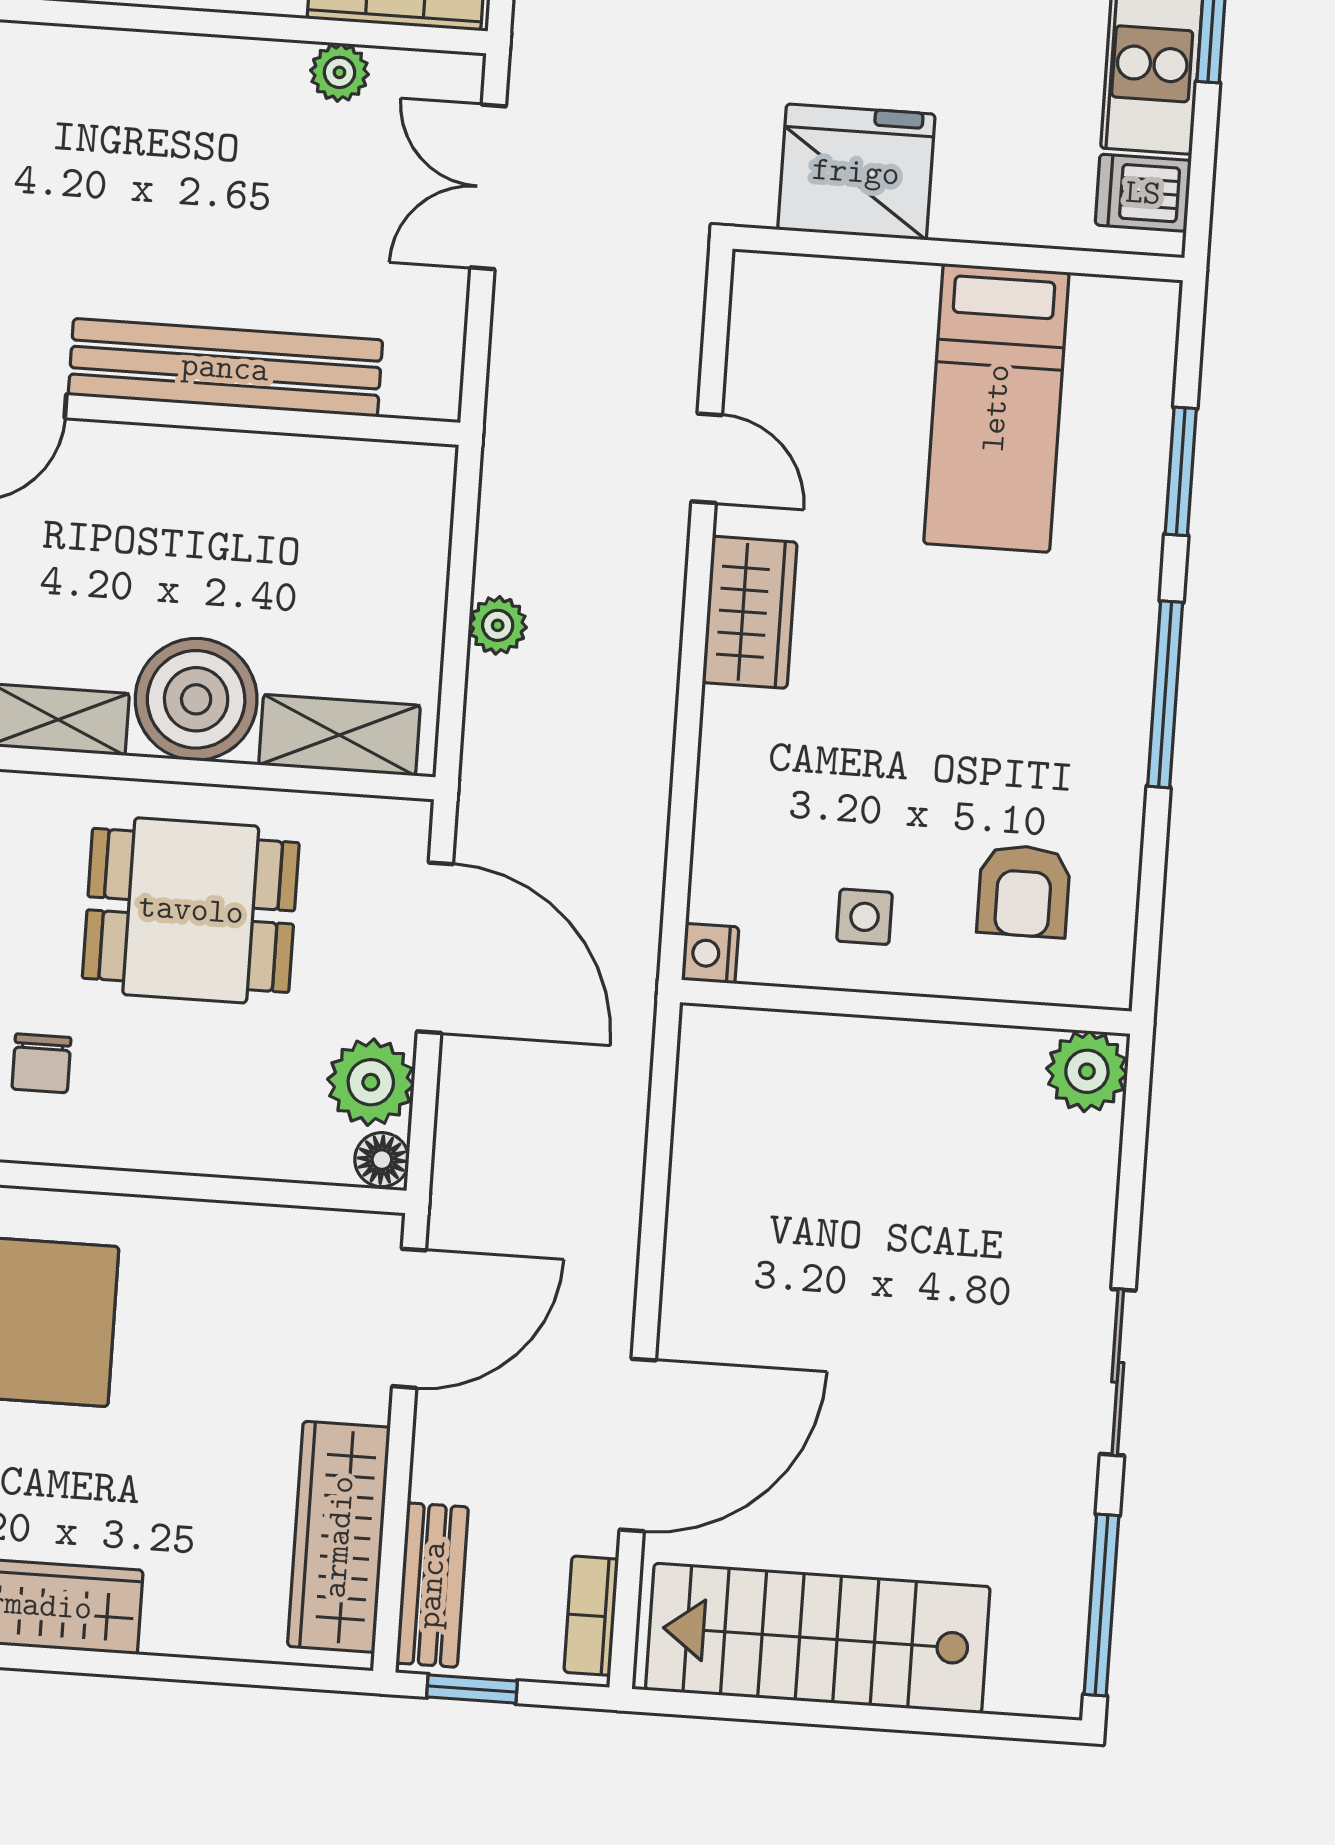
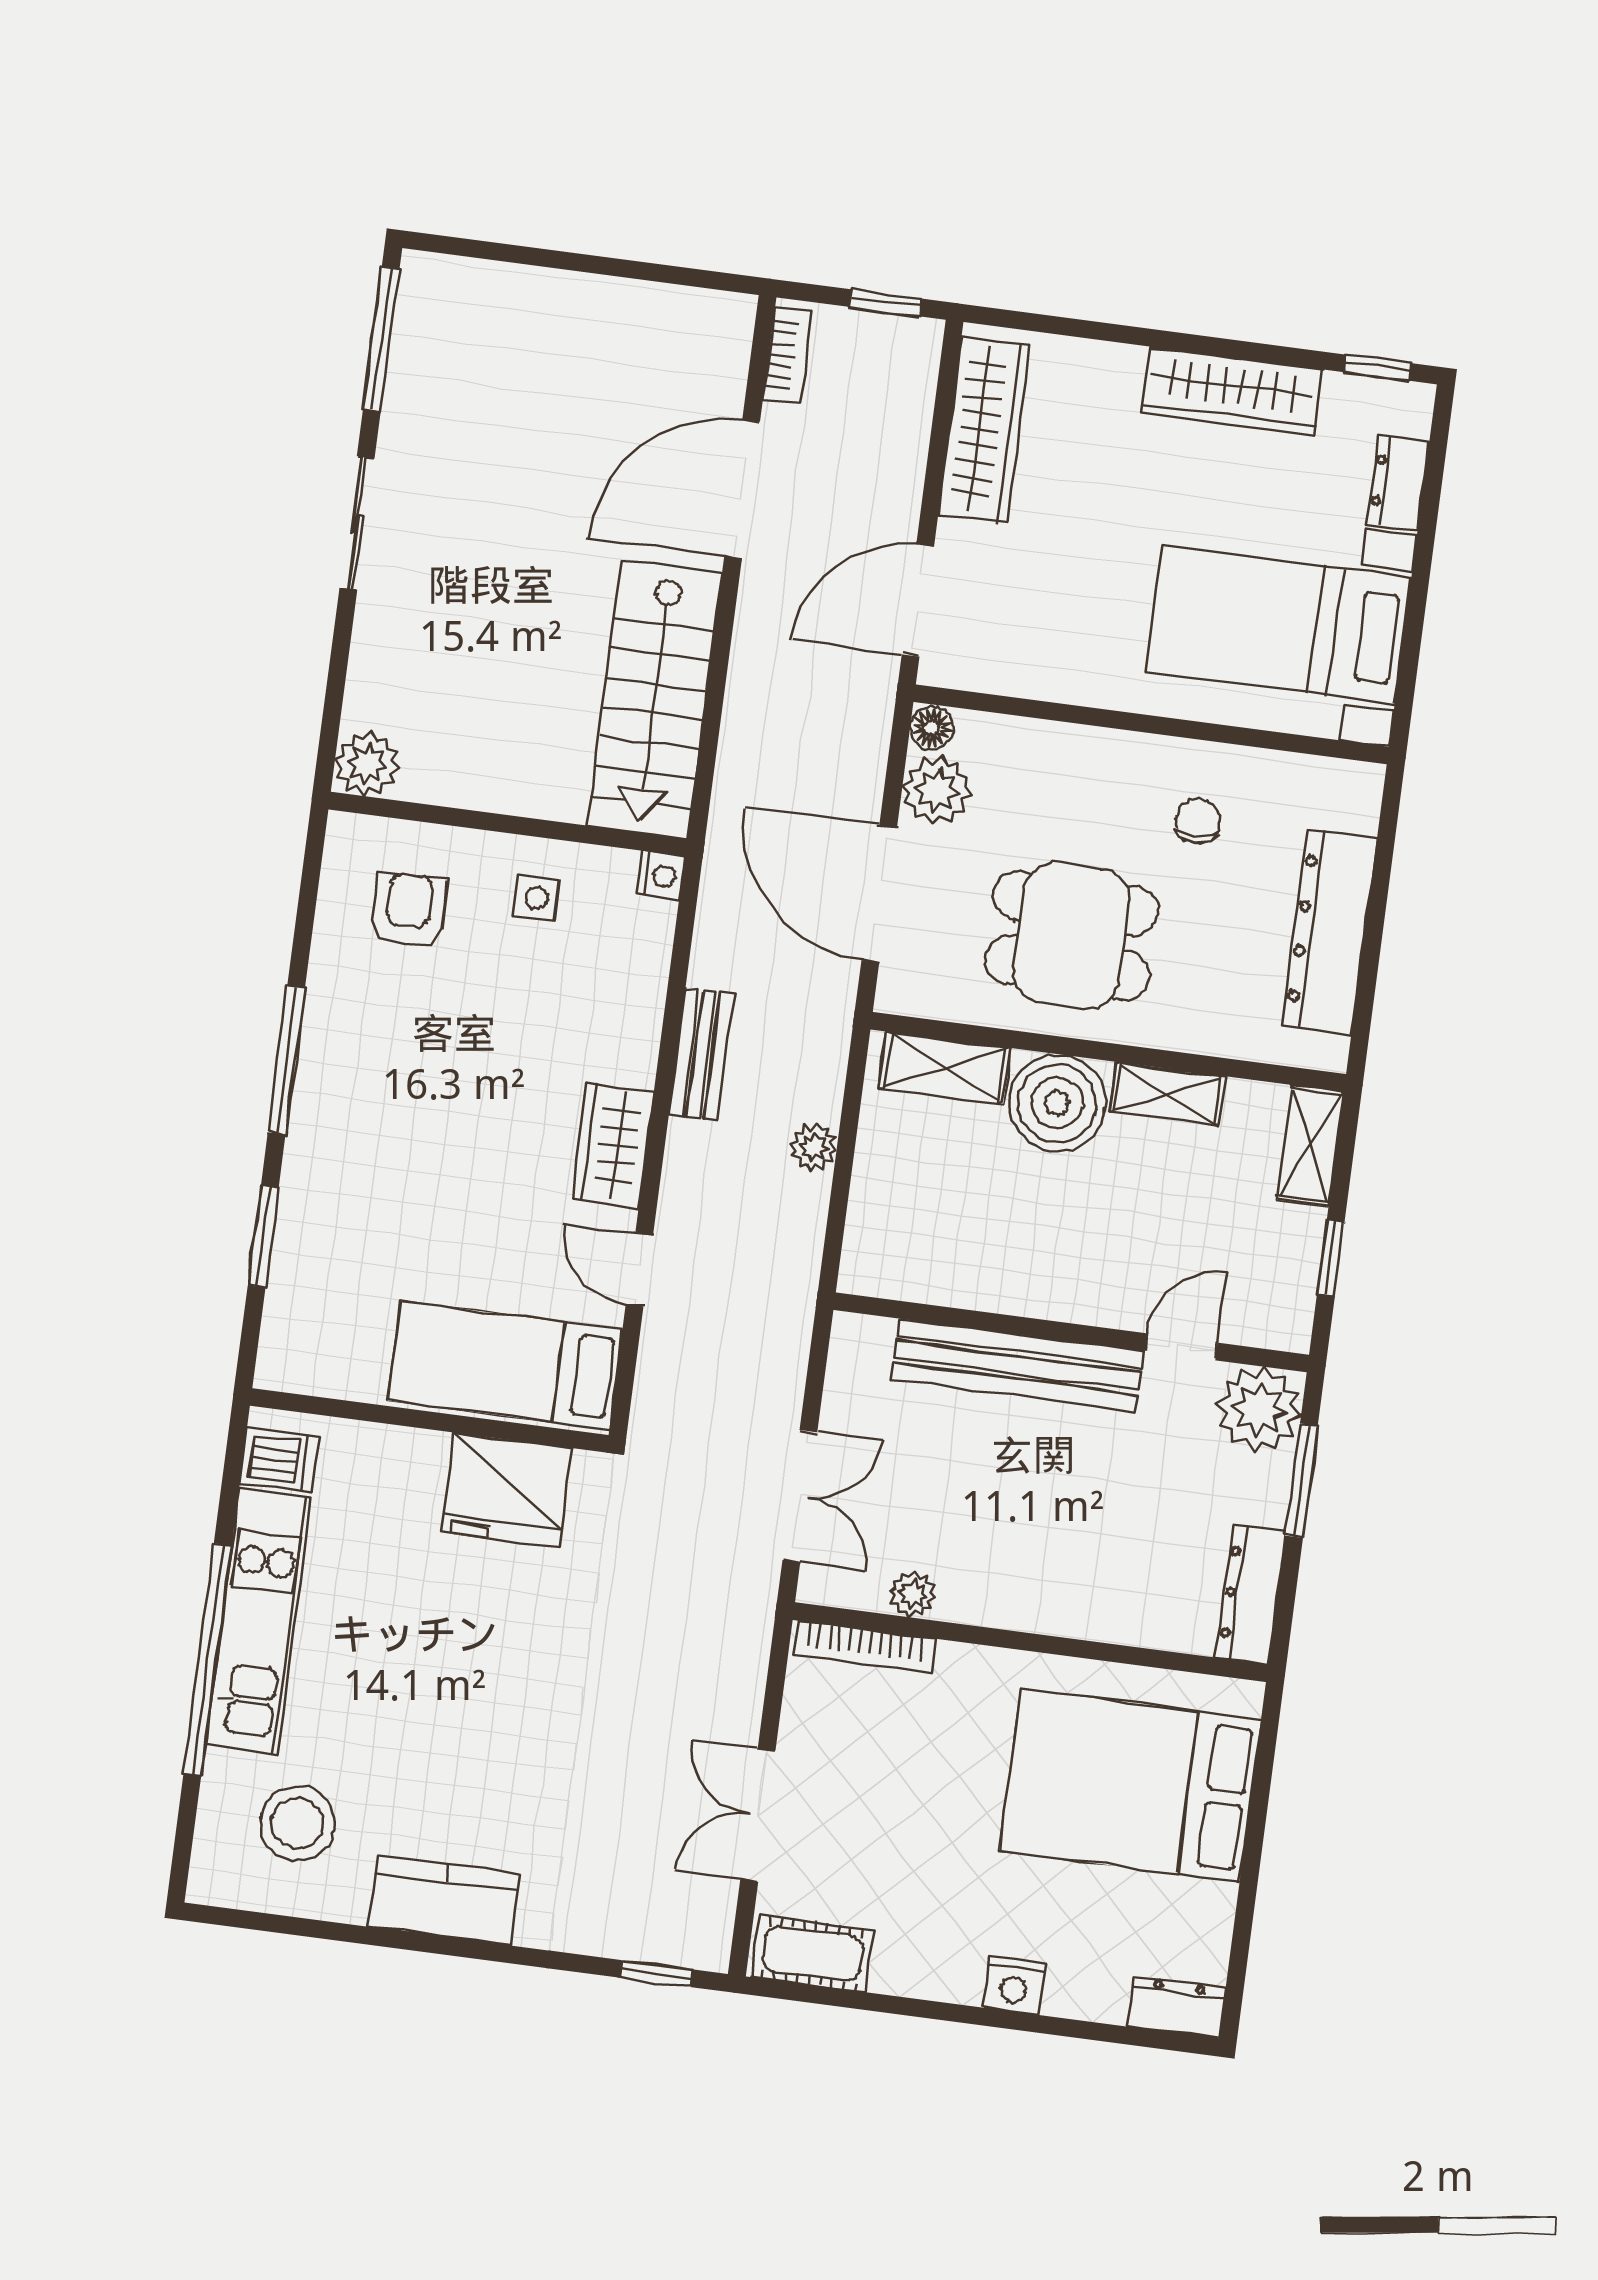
bed: (996, 408) -> (505, 1365), moved, turned -90
bench: (432, 1585) -> (701, 1054), moved
stairs: (818, 1638) -> (655, 699), moved, turned 90

